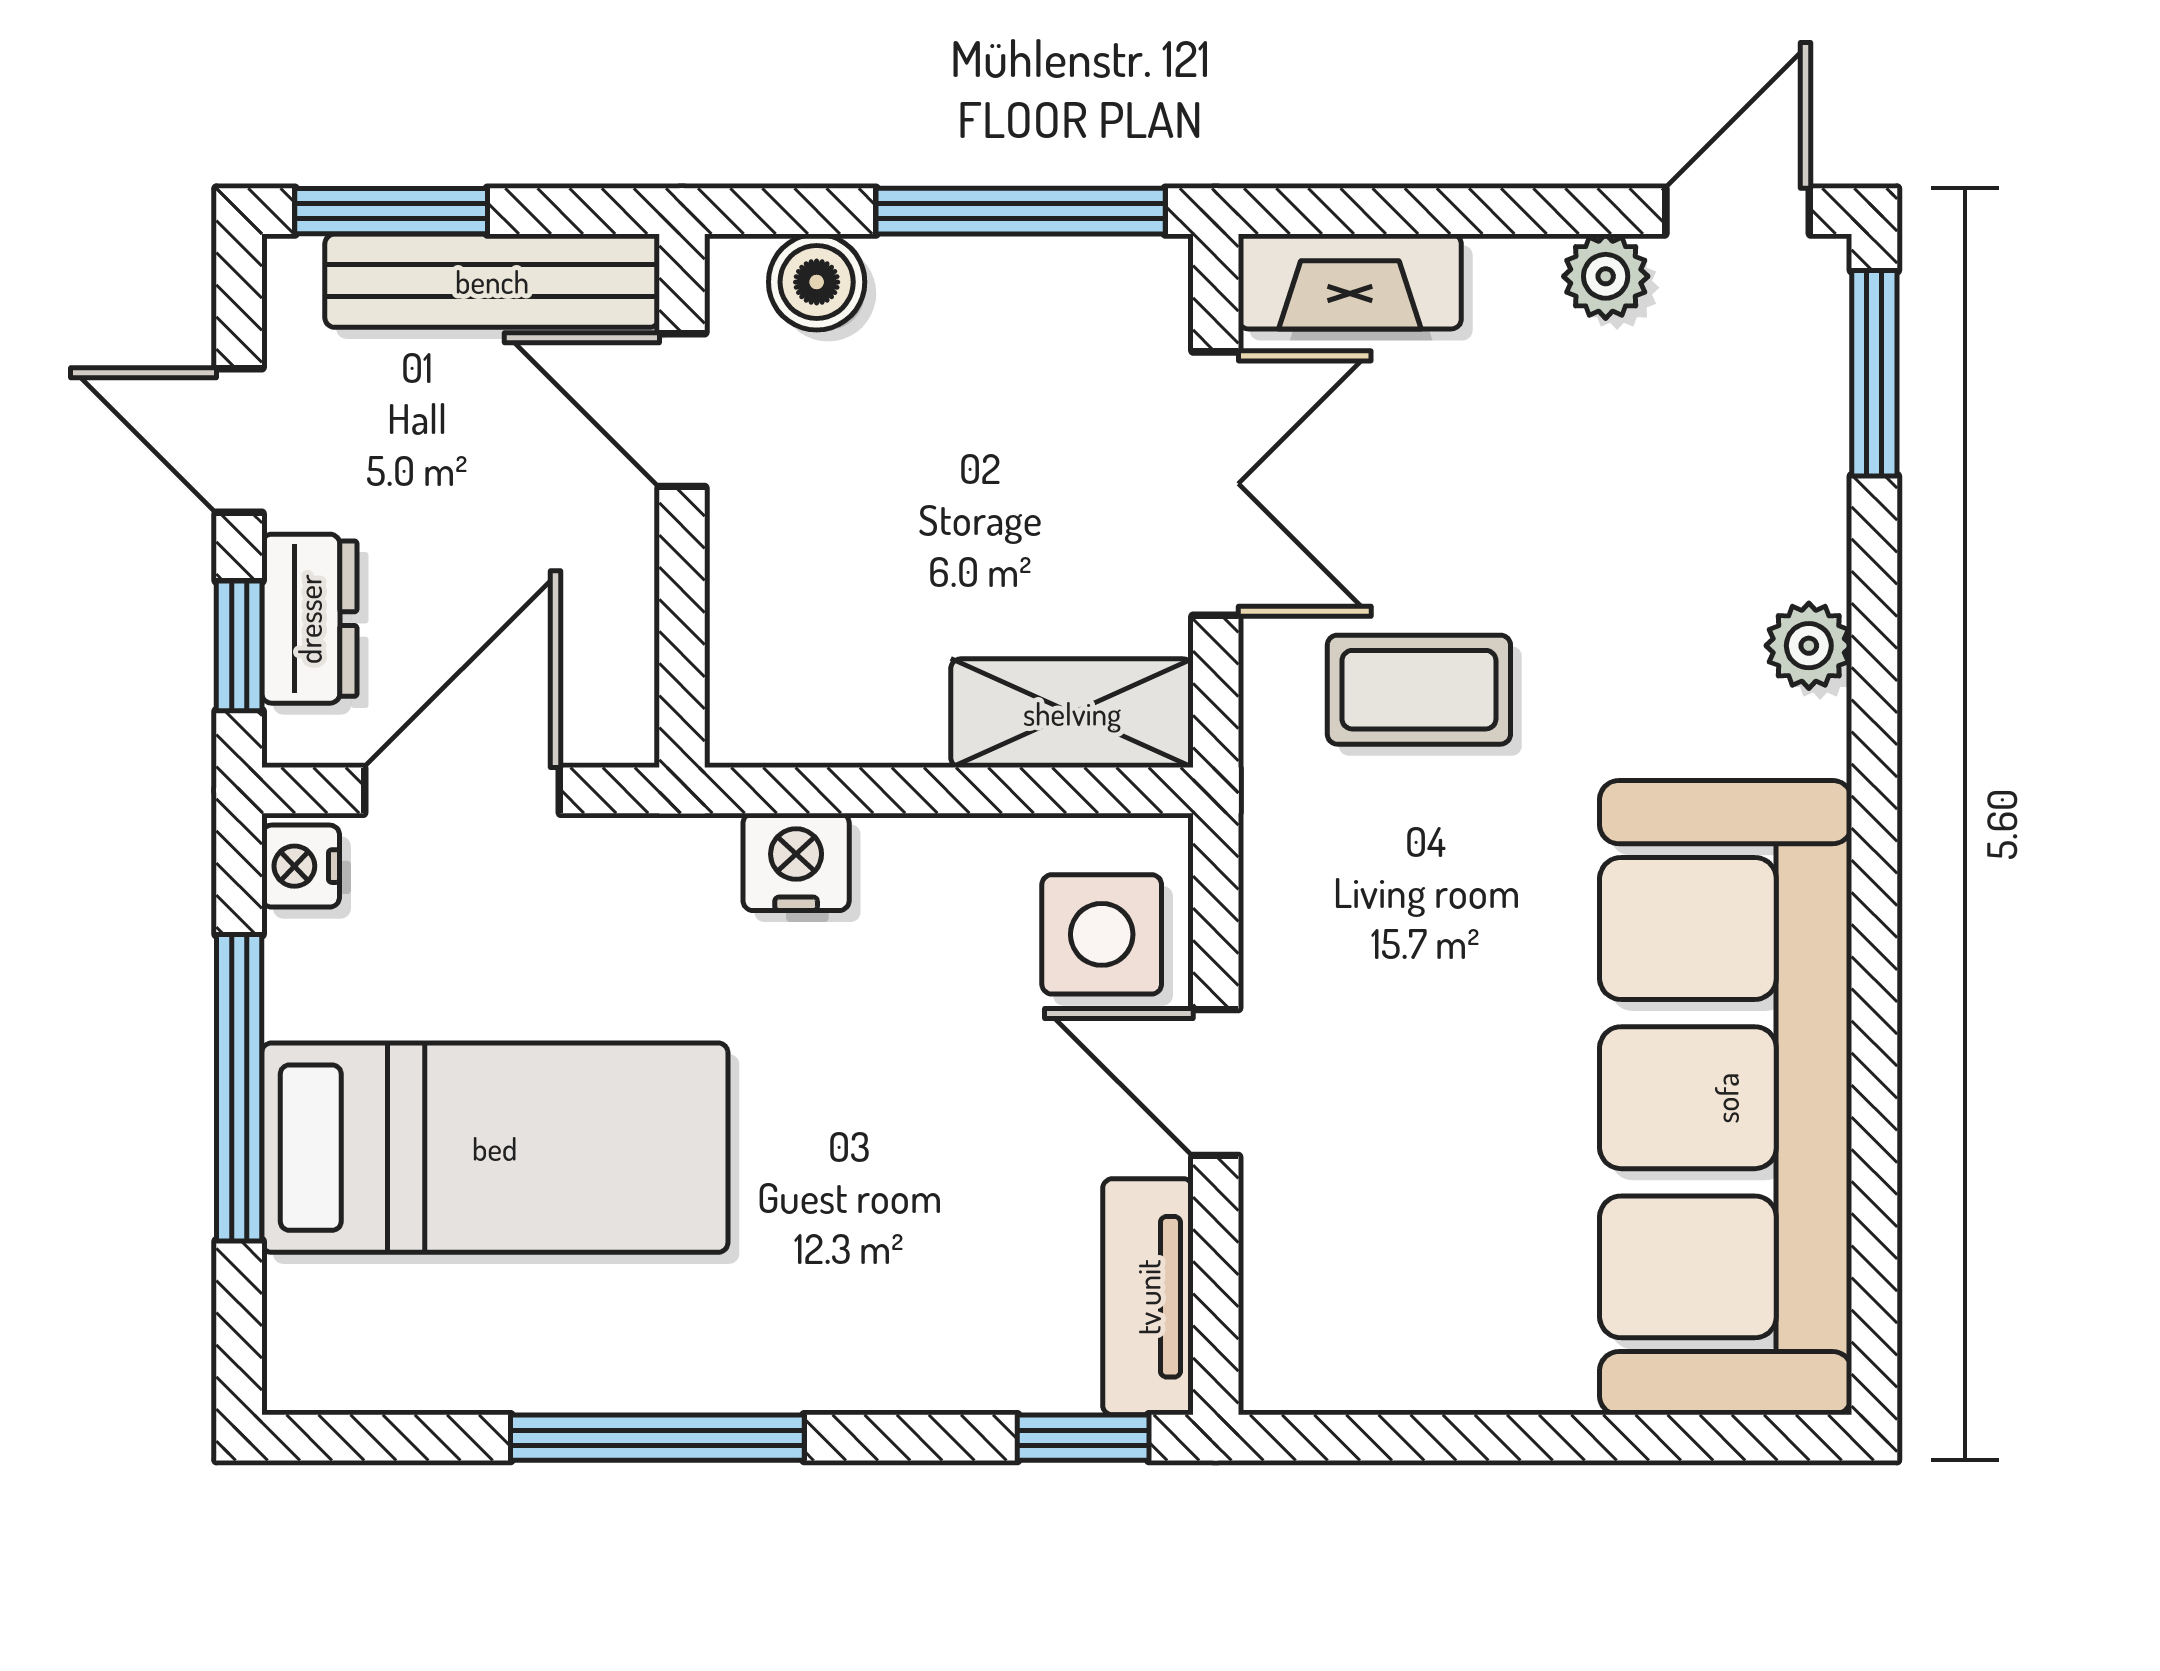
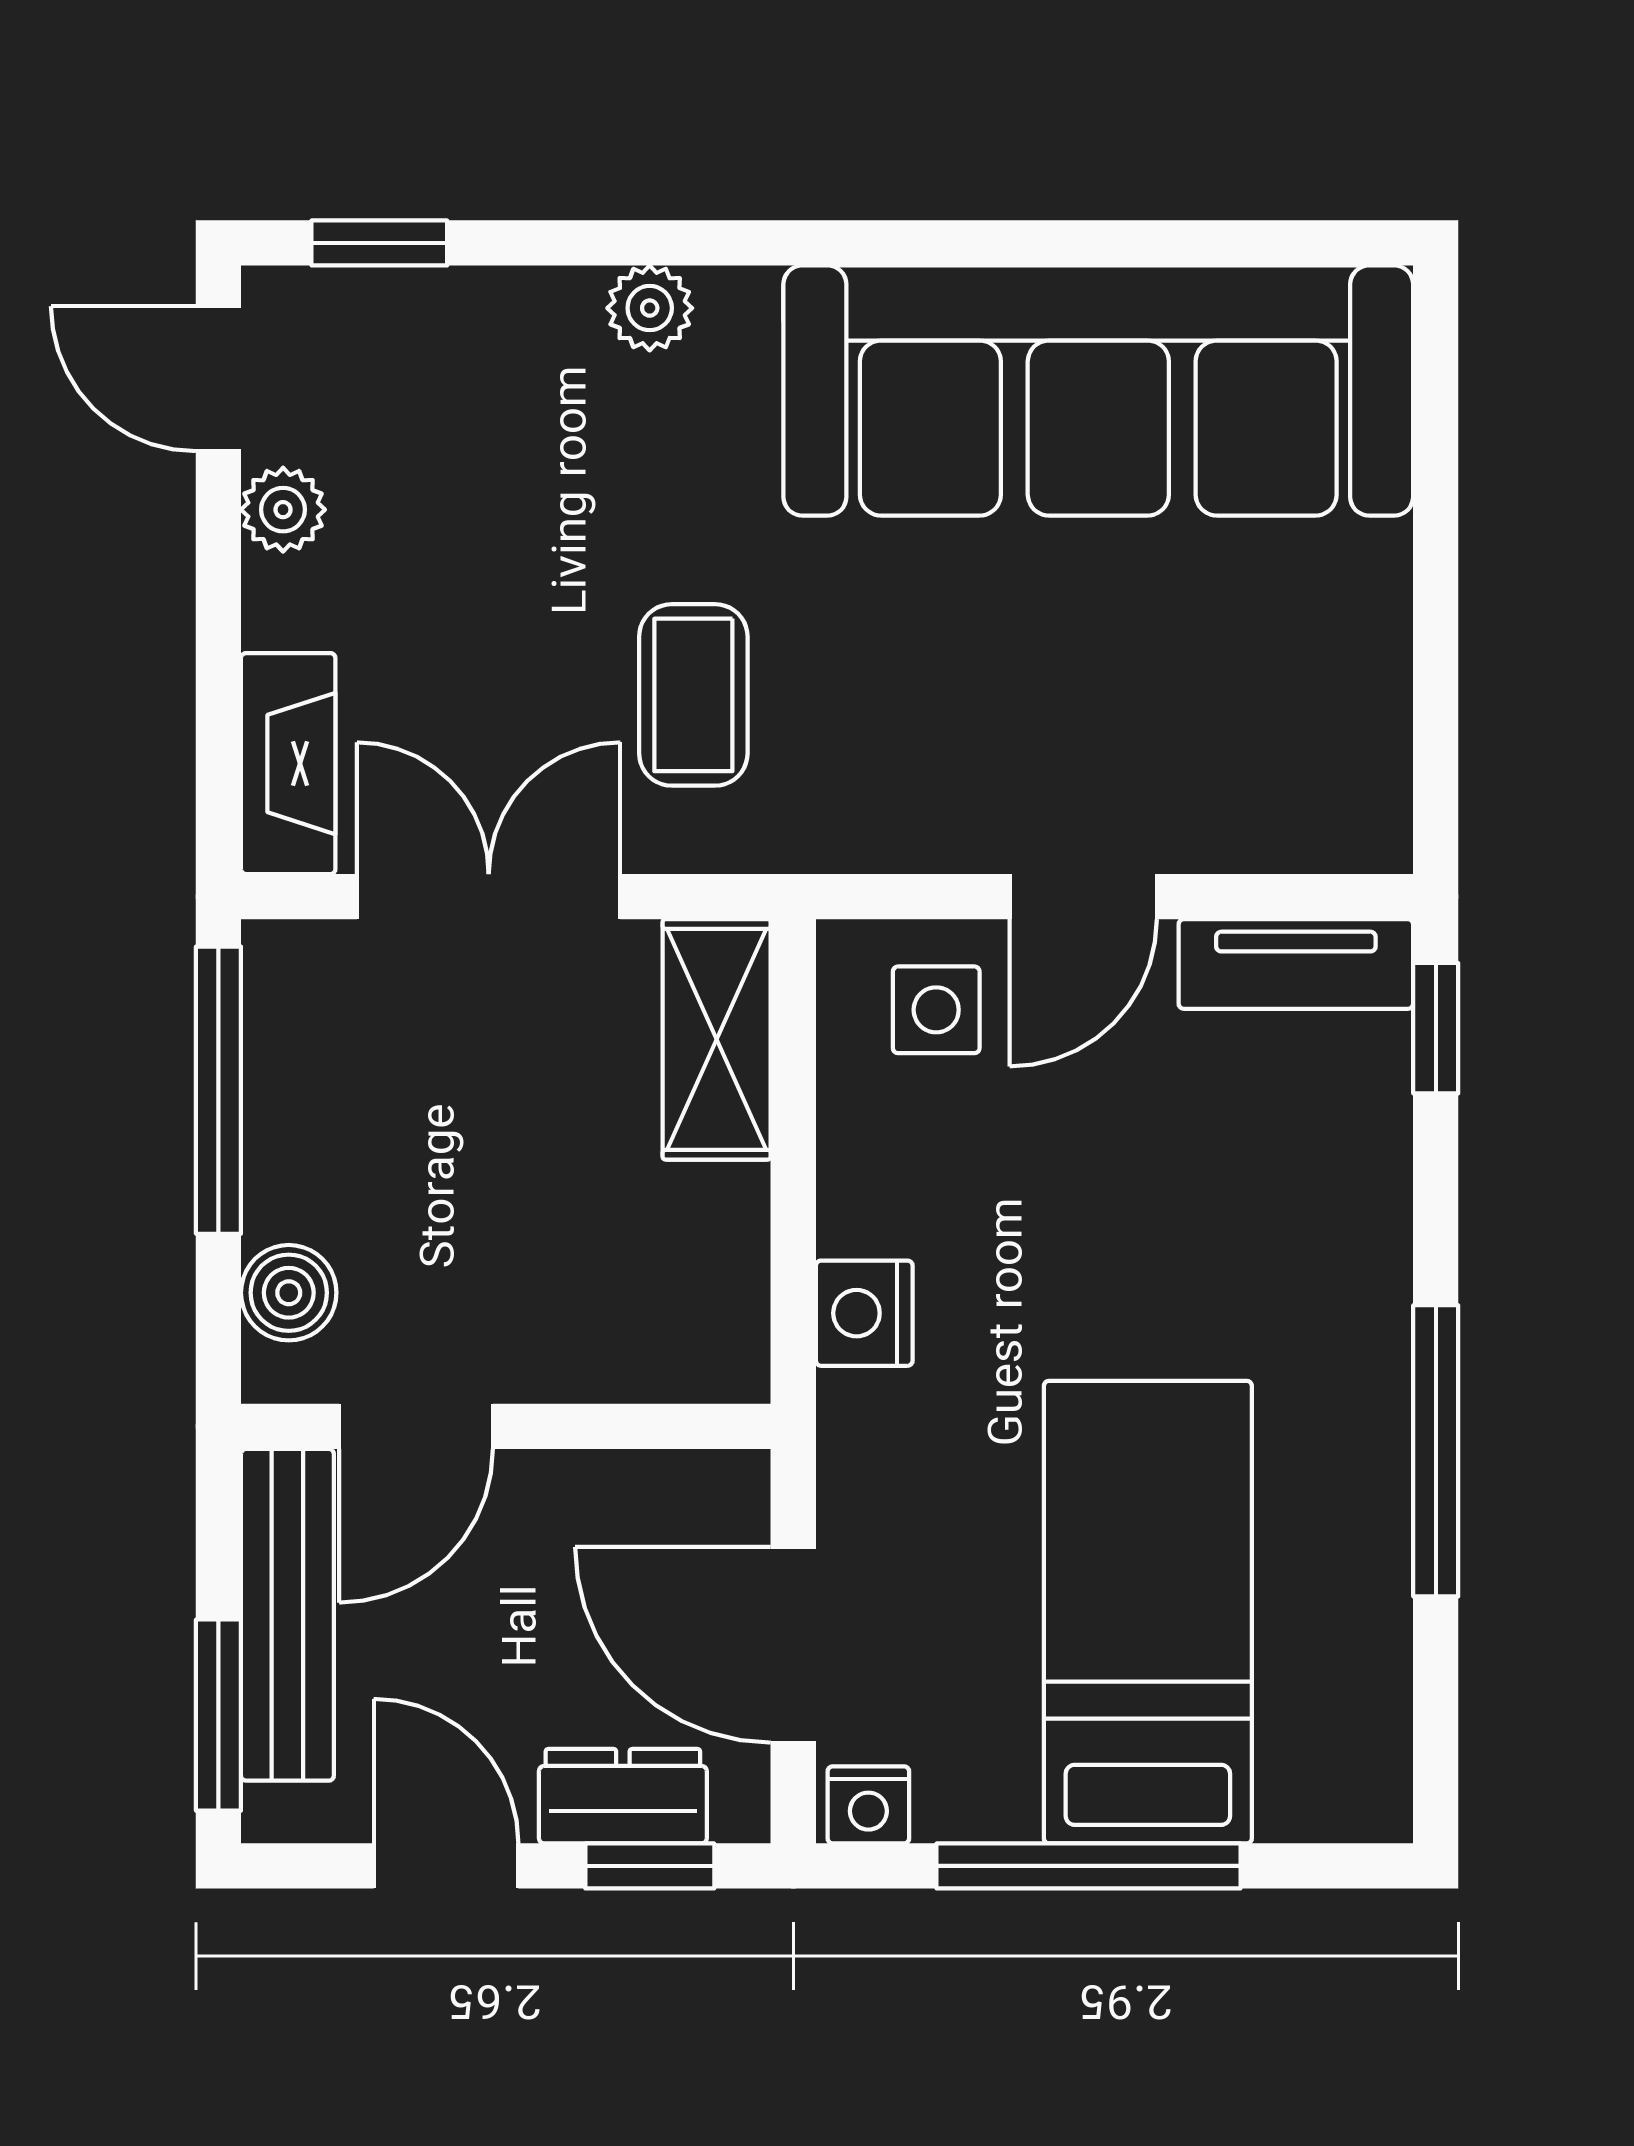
window: (1874, 373) -> (379, 243), width x0.67
door: (239, 440) -> (446, 1866), swing flipped
side table: (1102, 934) -> (936, 1010), width x0.73, depth x0.73

